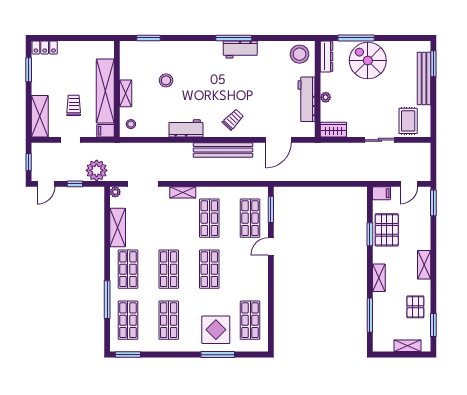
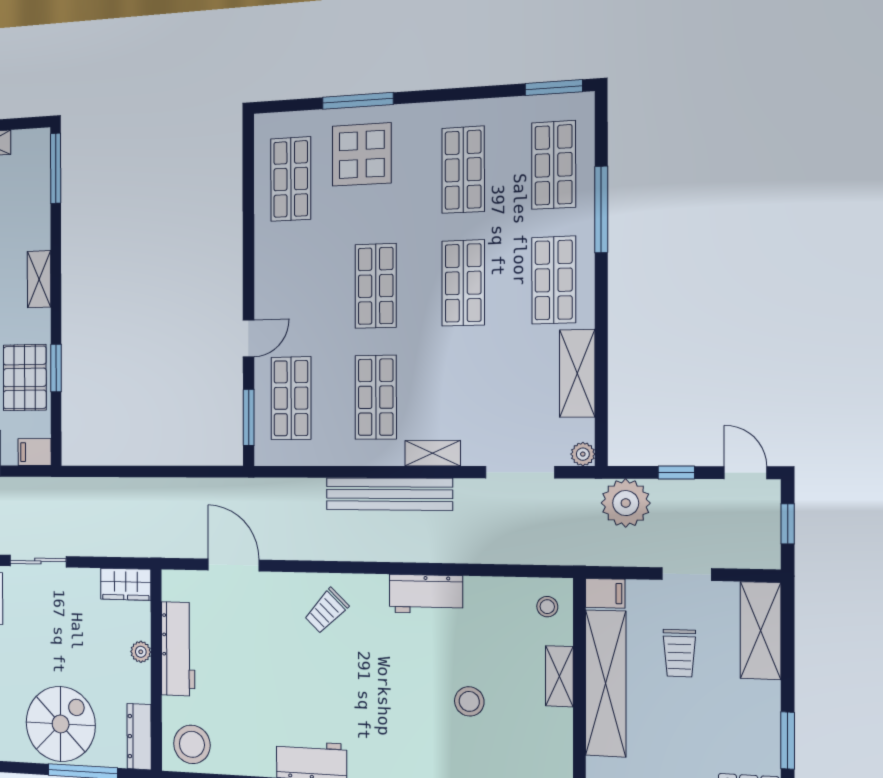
spiral stairs: (368, 61) -> (61, 724), turned -90
door: (278, 140) -> (233, 565), hinge flipped
bench: (223, 150) -> (389, 494), moved
door: (46, 184) -> (745, 473), hinge flipped
window: (370, 315) -> (56, 168), moved

